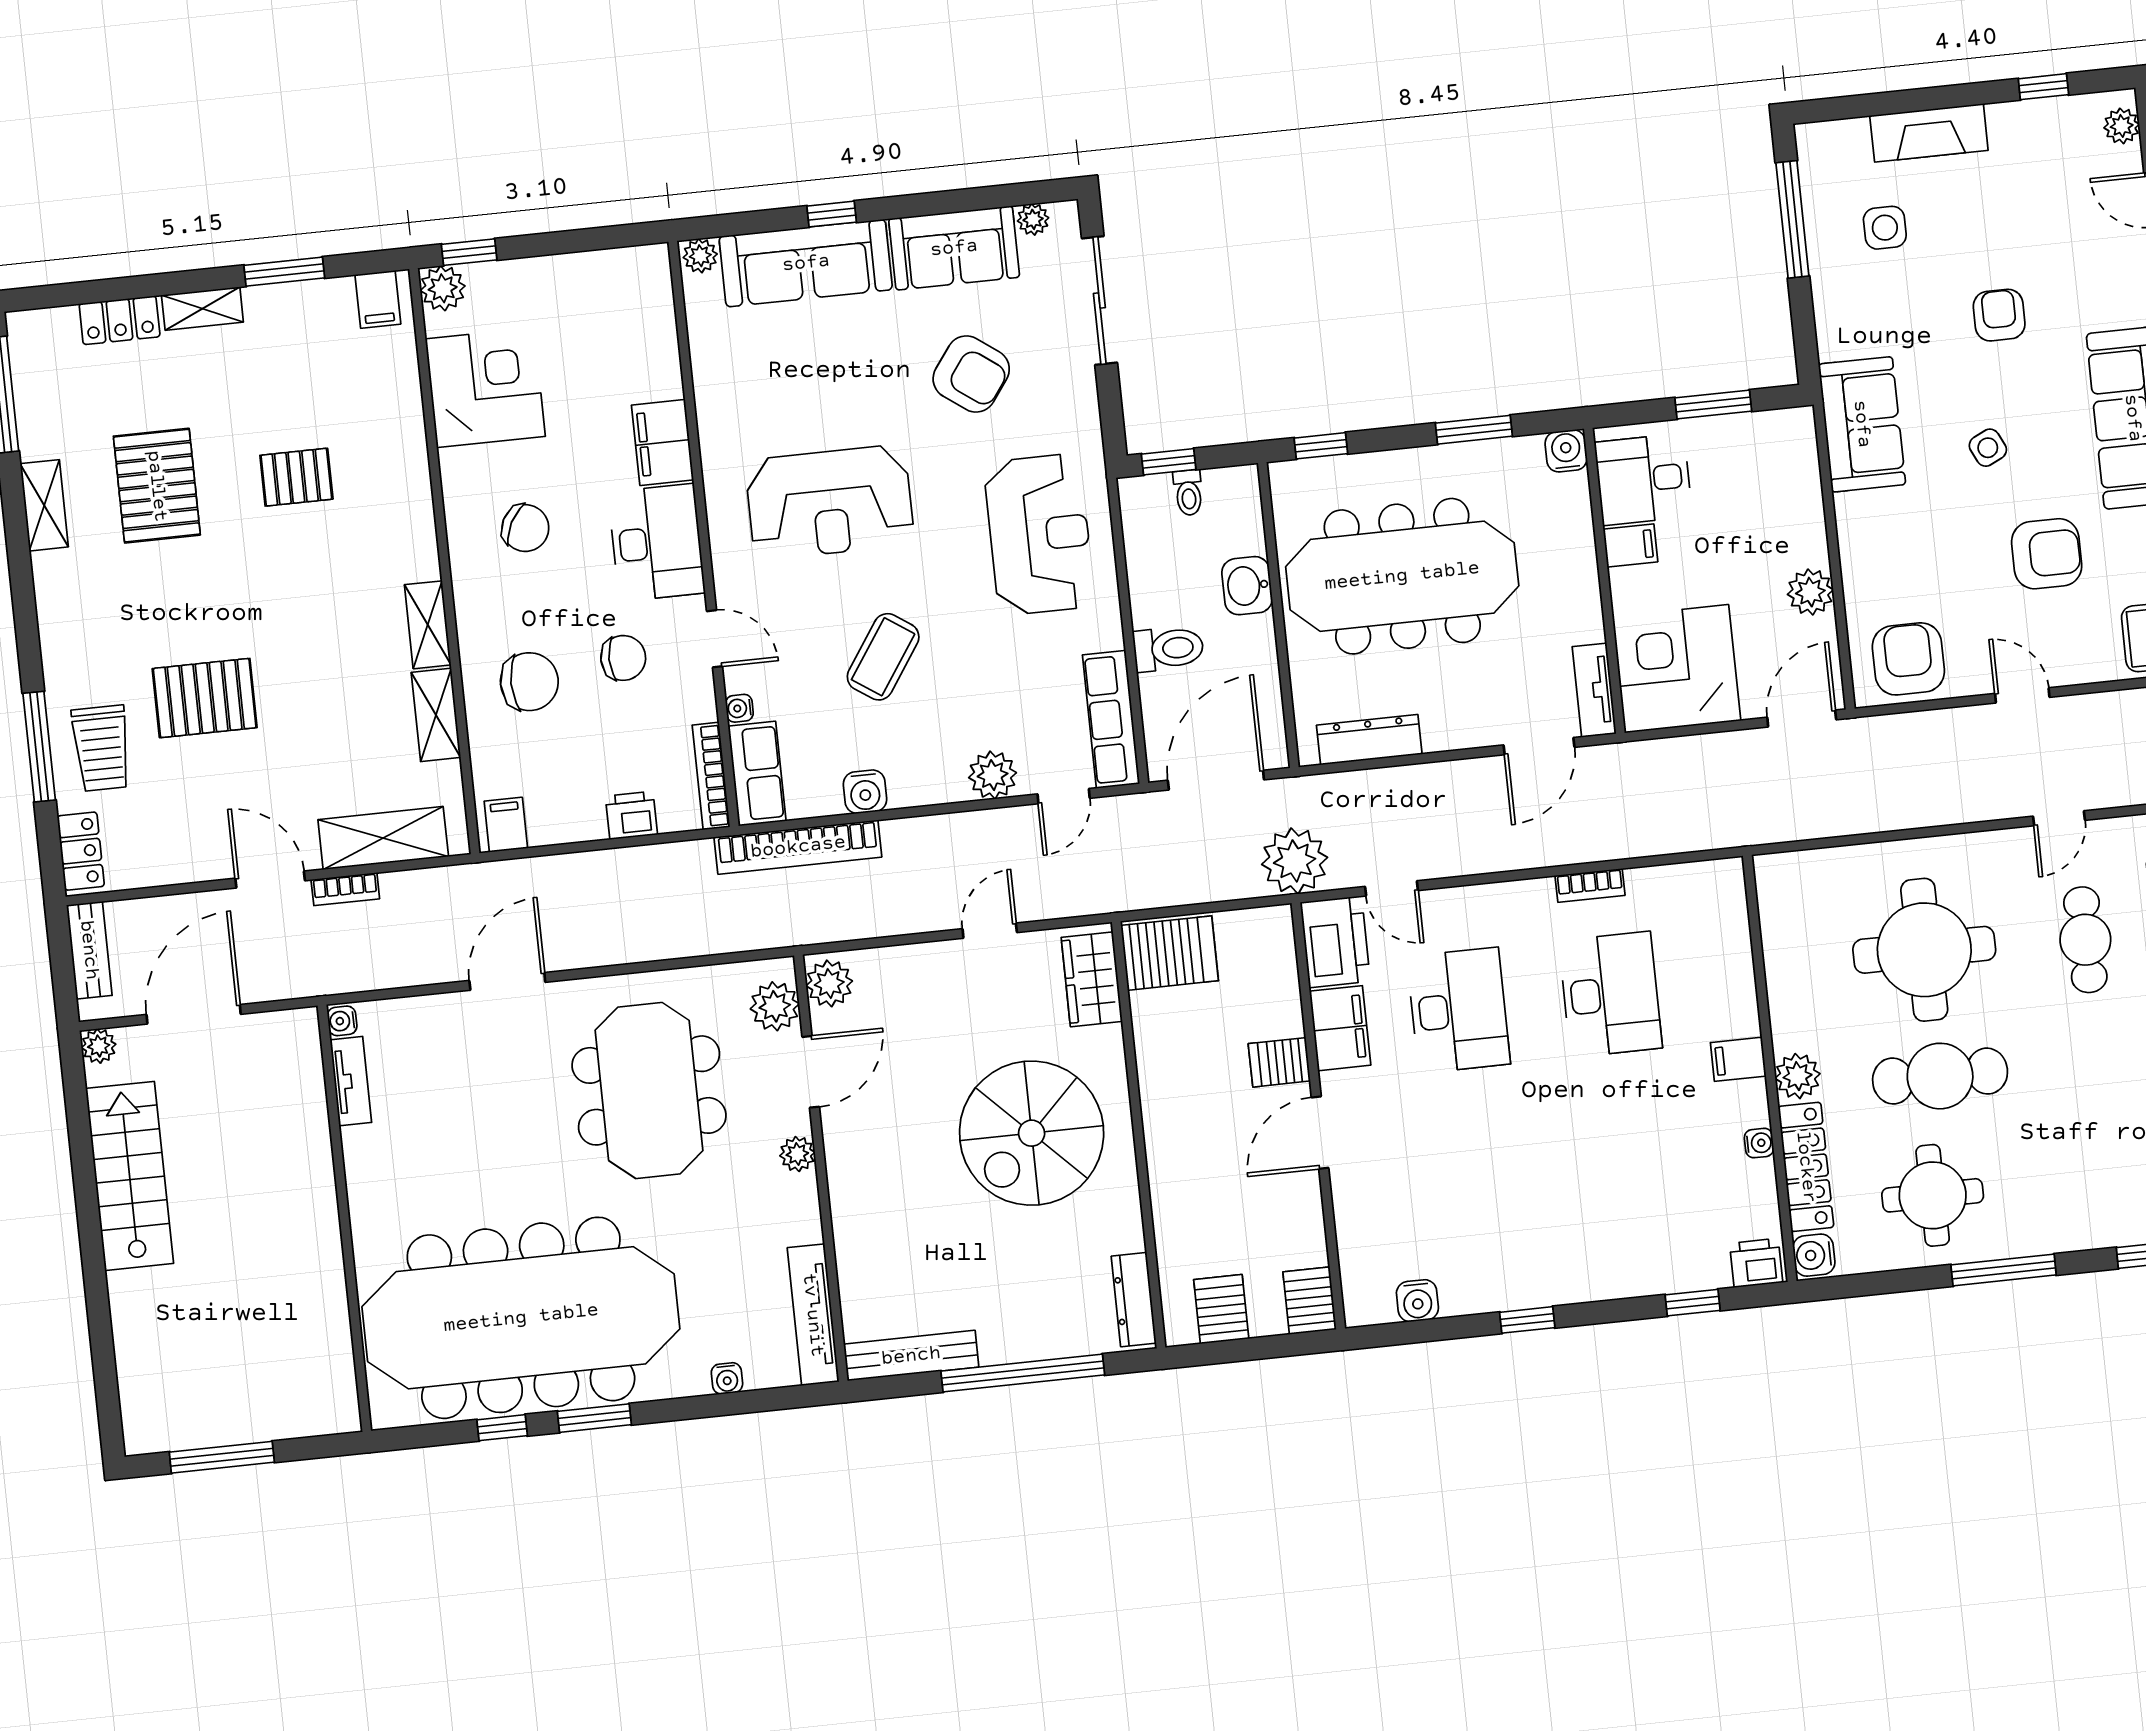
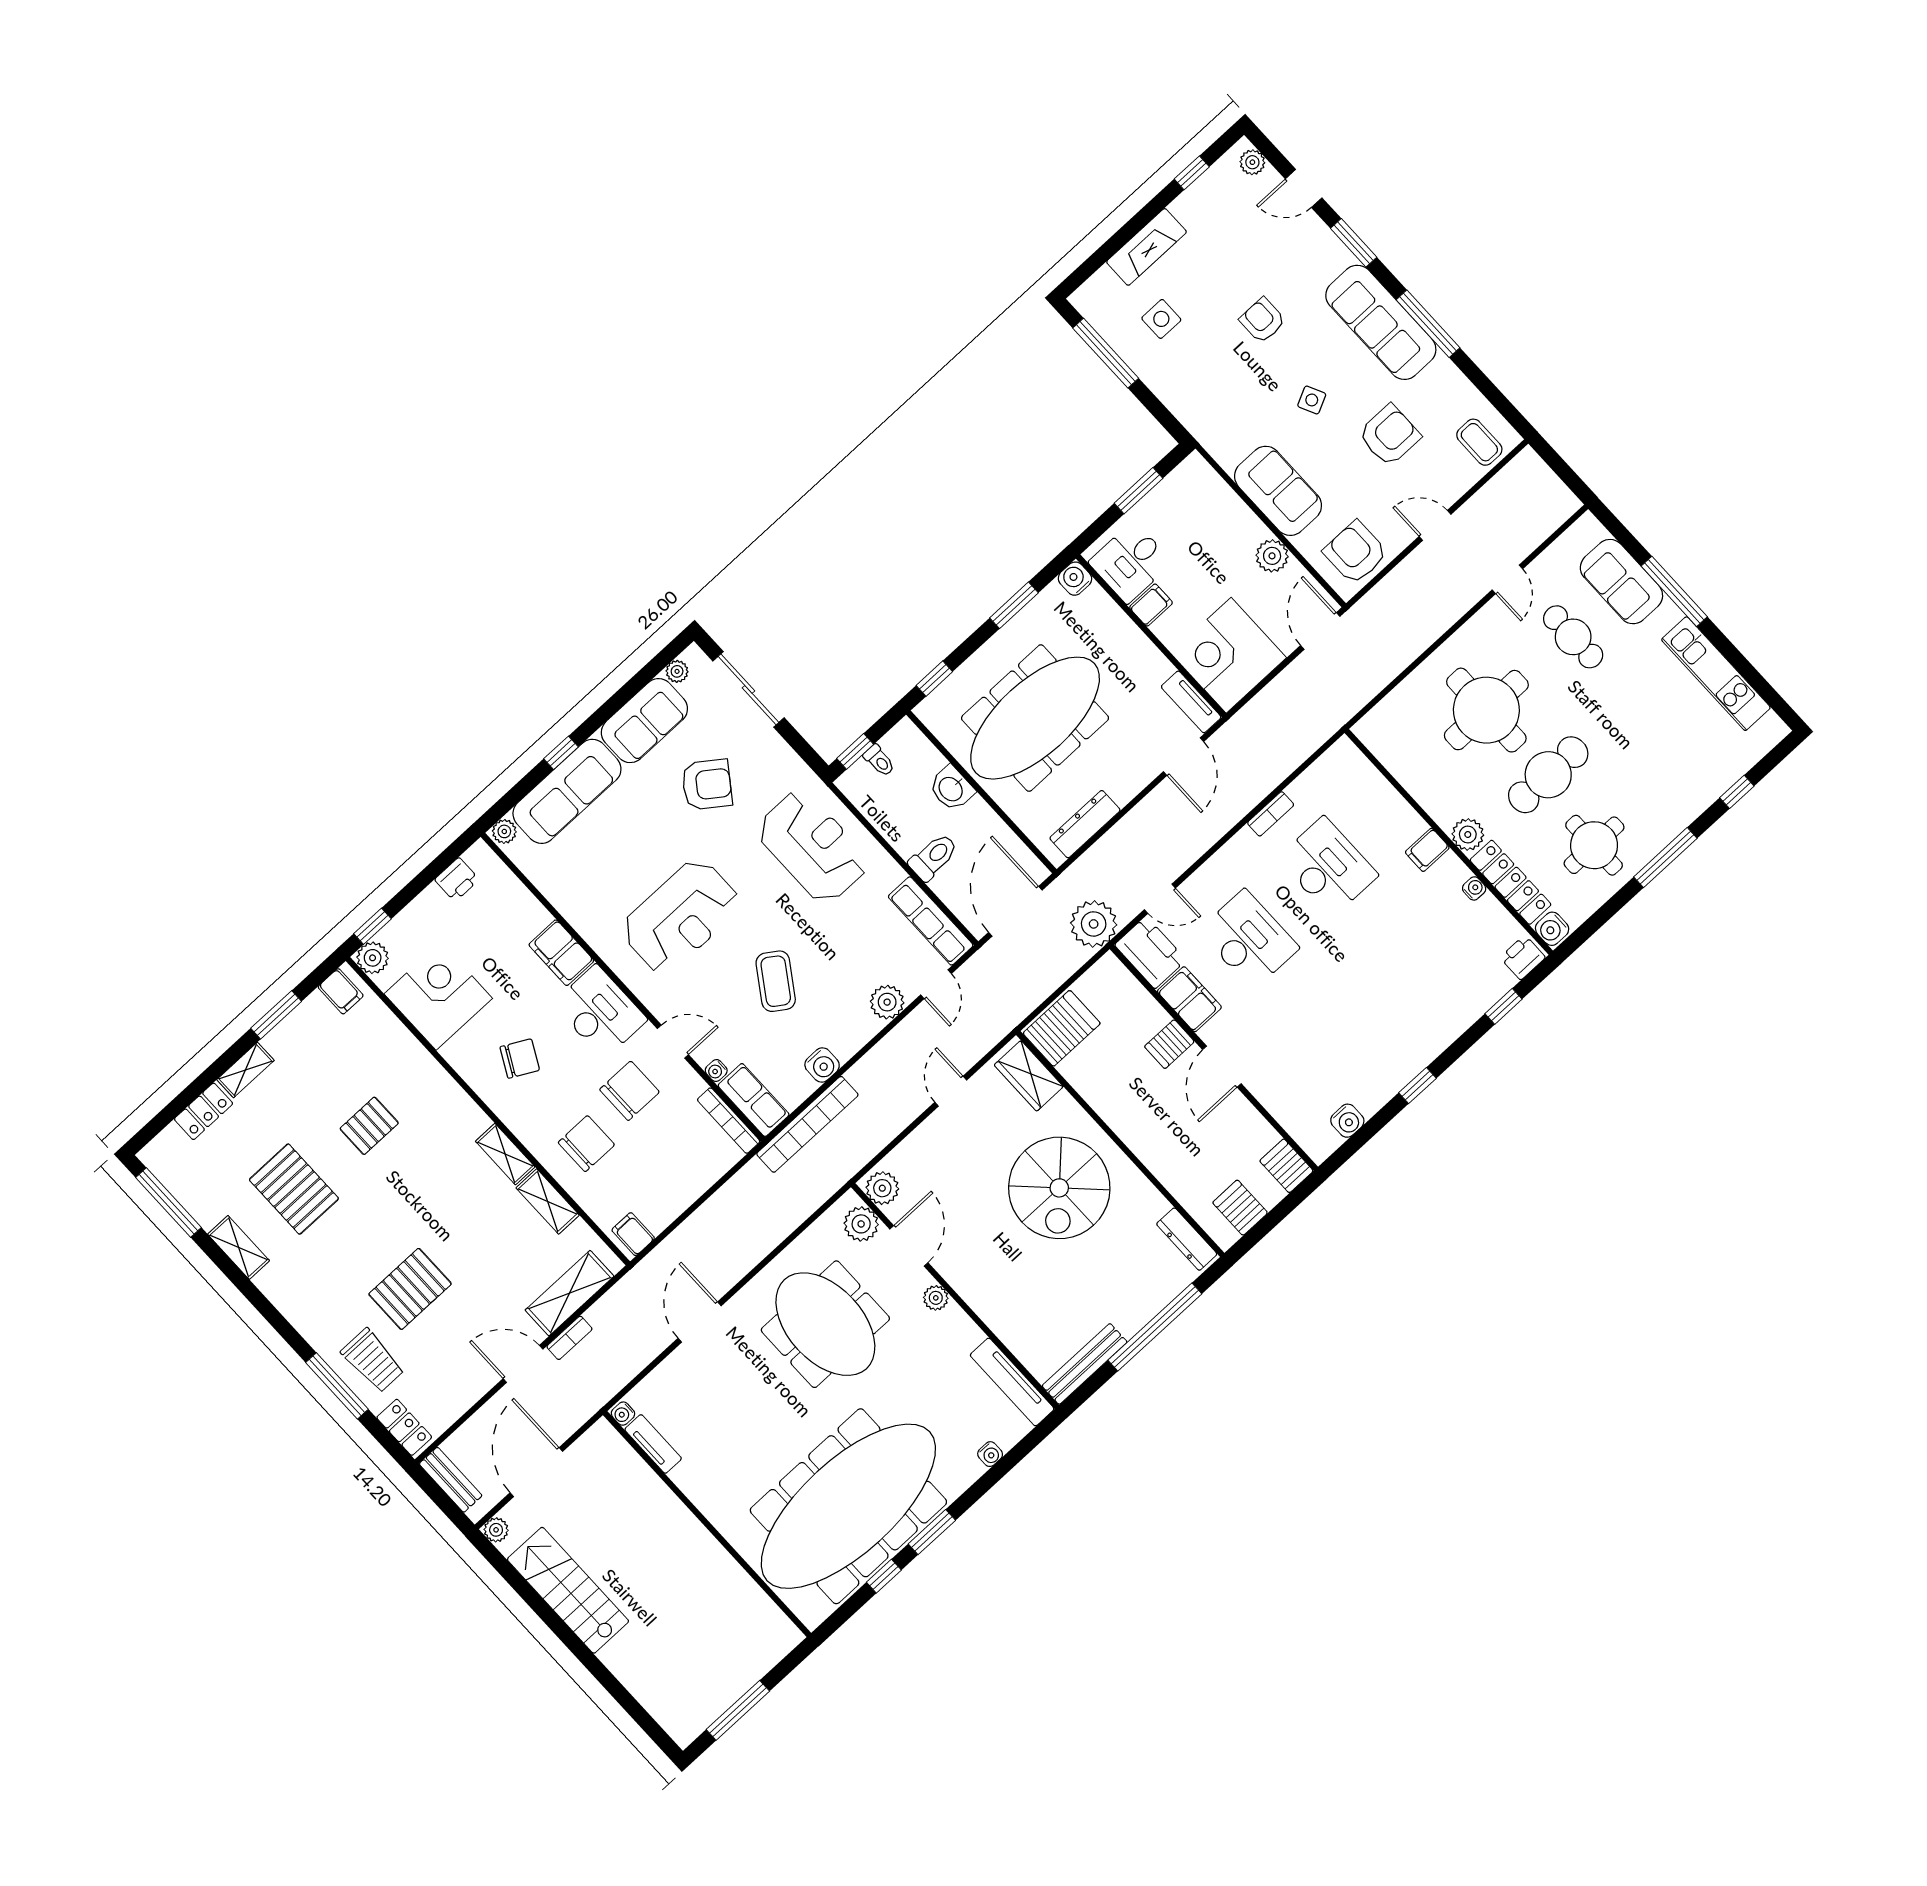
sofa: (1862, 424) -> (1278, 491), moved
chair: (623, 658) -> (629, 1091), width x1.37, depth x1.37
printer: (631, 815) -> (457, 880), moved, turned 180

